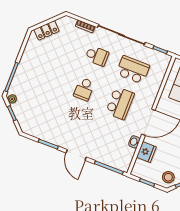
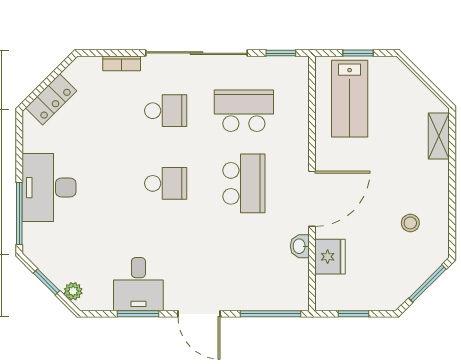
desk: (30, 70) -> (49, 188), added
school desk: (84, 89) -> (166, 183), turned -90
plant: (12, 99) -> (73, 291), moved
desk: (54, 131) -> (138, 284), added
stool: (168, 177) -> (390, 288), removed

